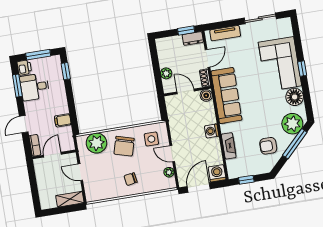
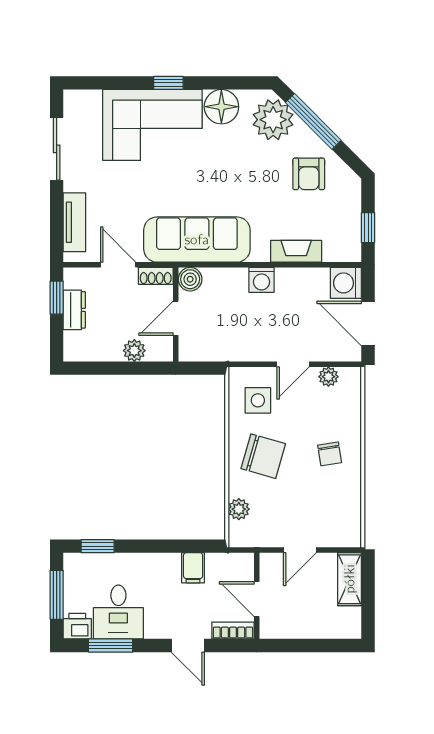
dresser: (193, 38) -> (74, 310), moved
plant: (96, 143) -> (239, 509), width x0.53, depth x0.53

